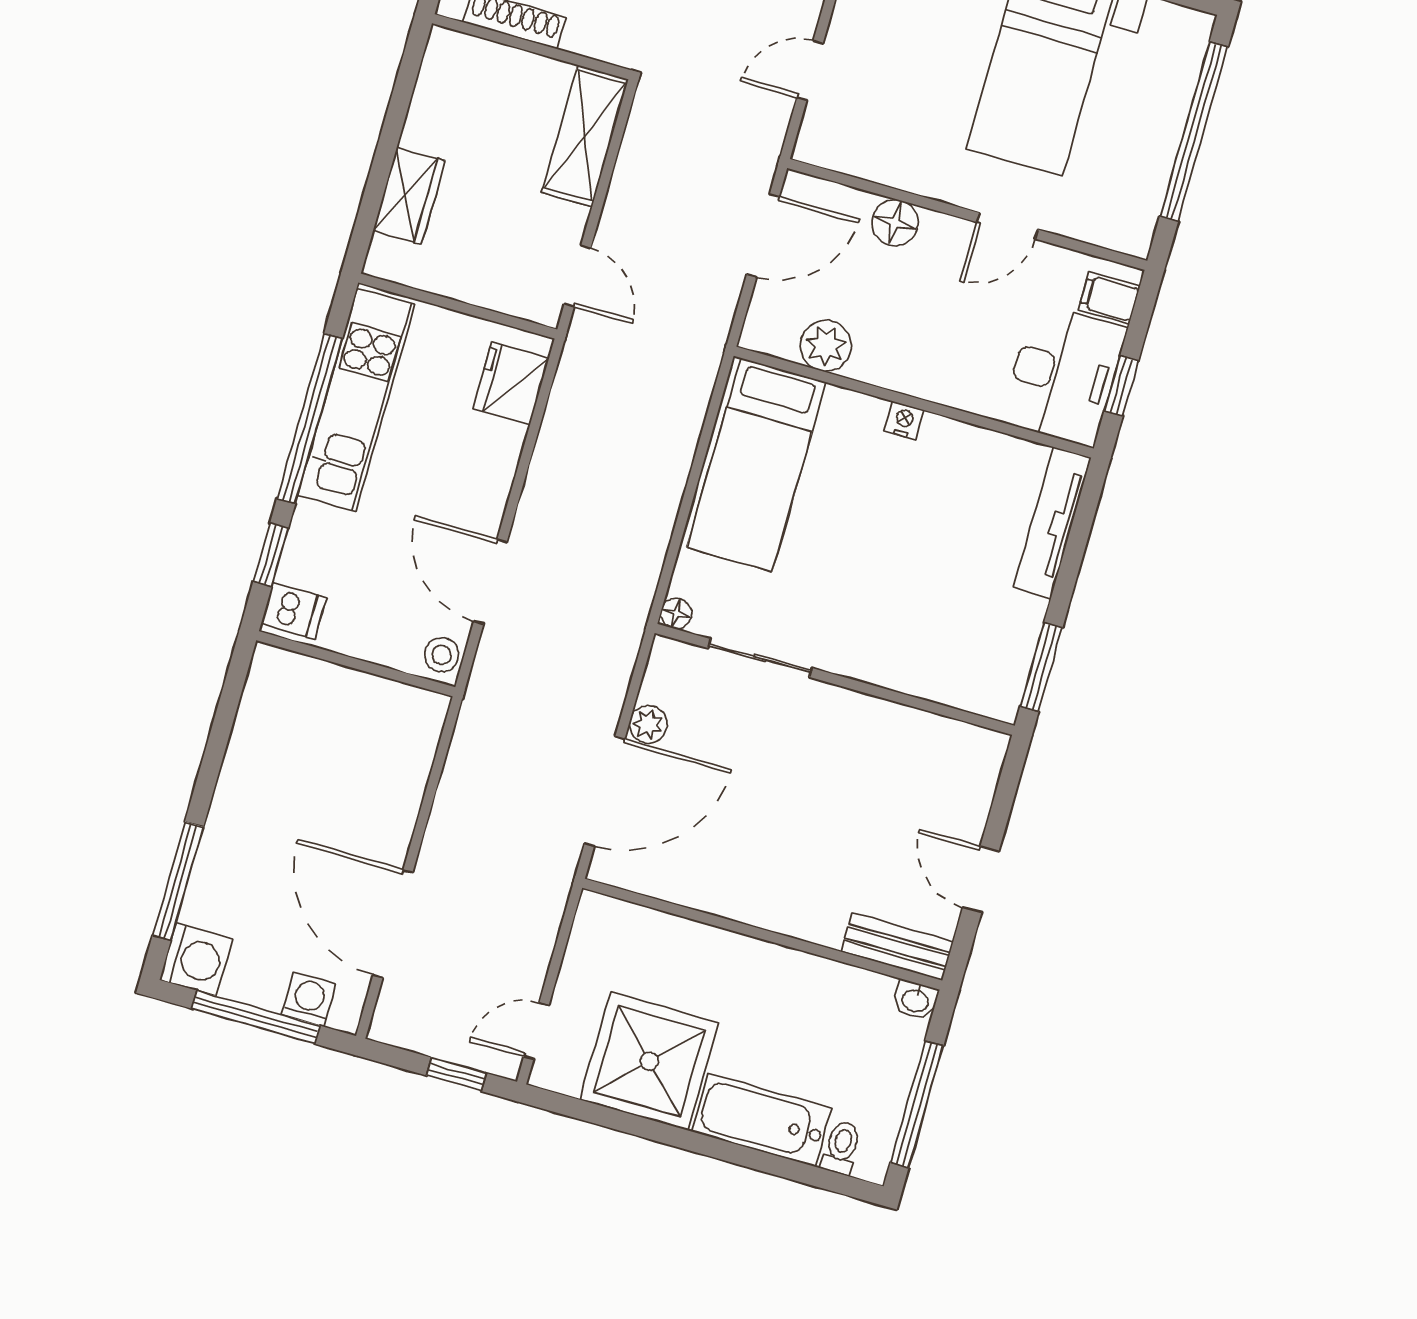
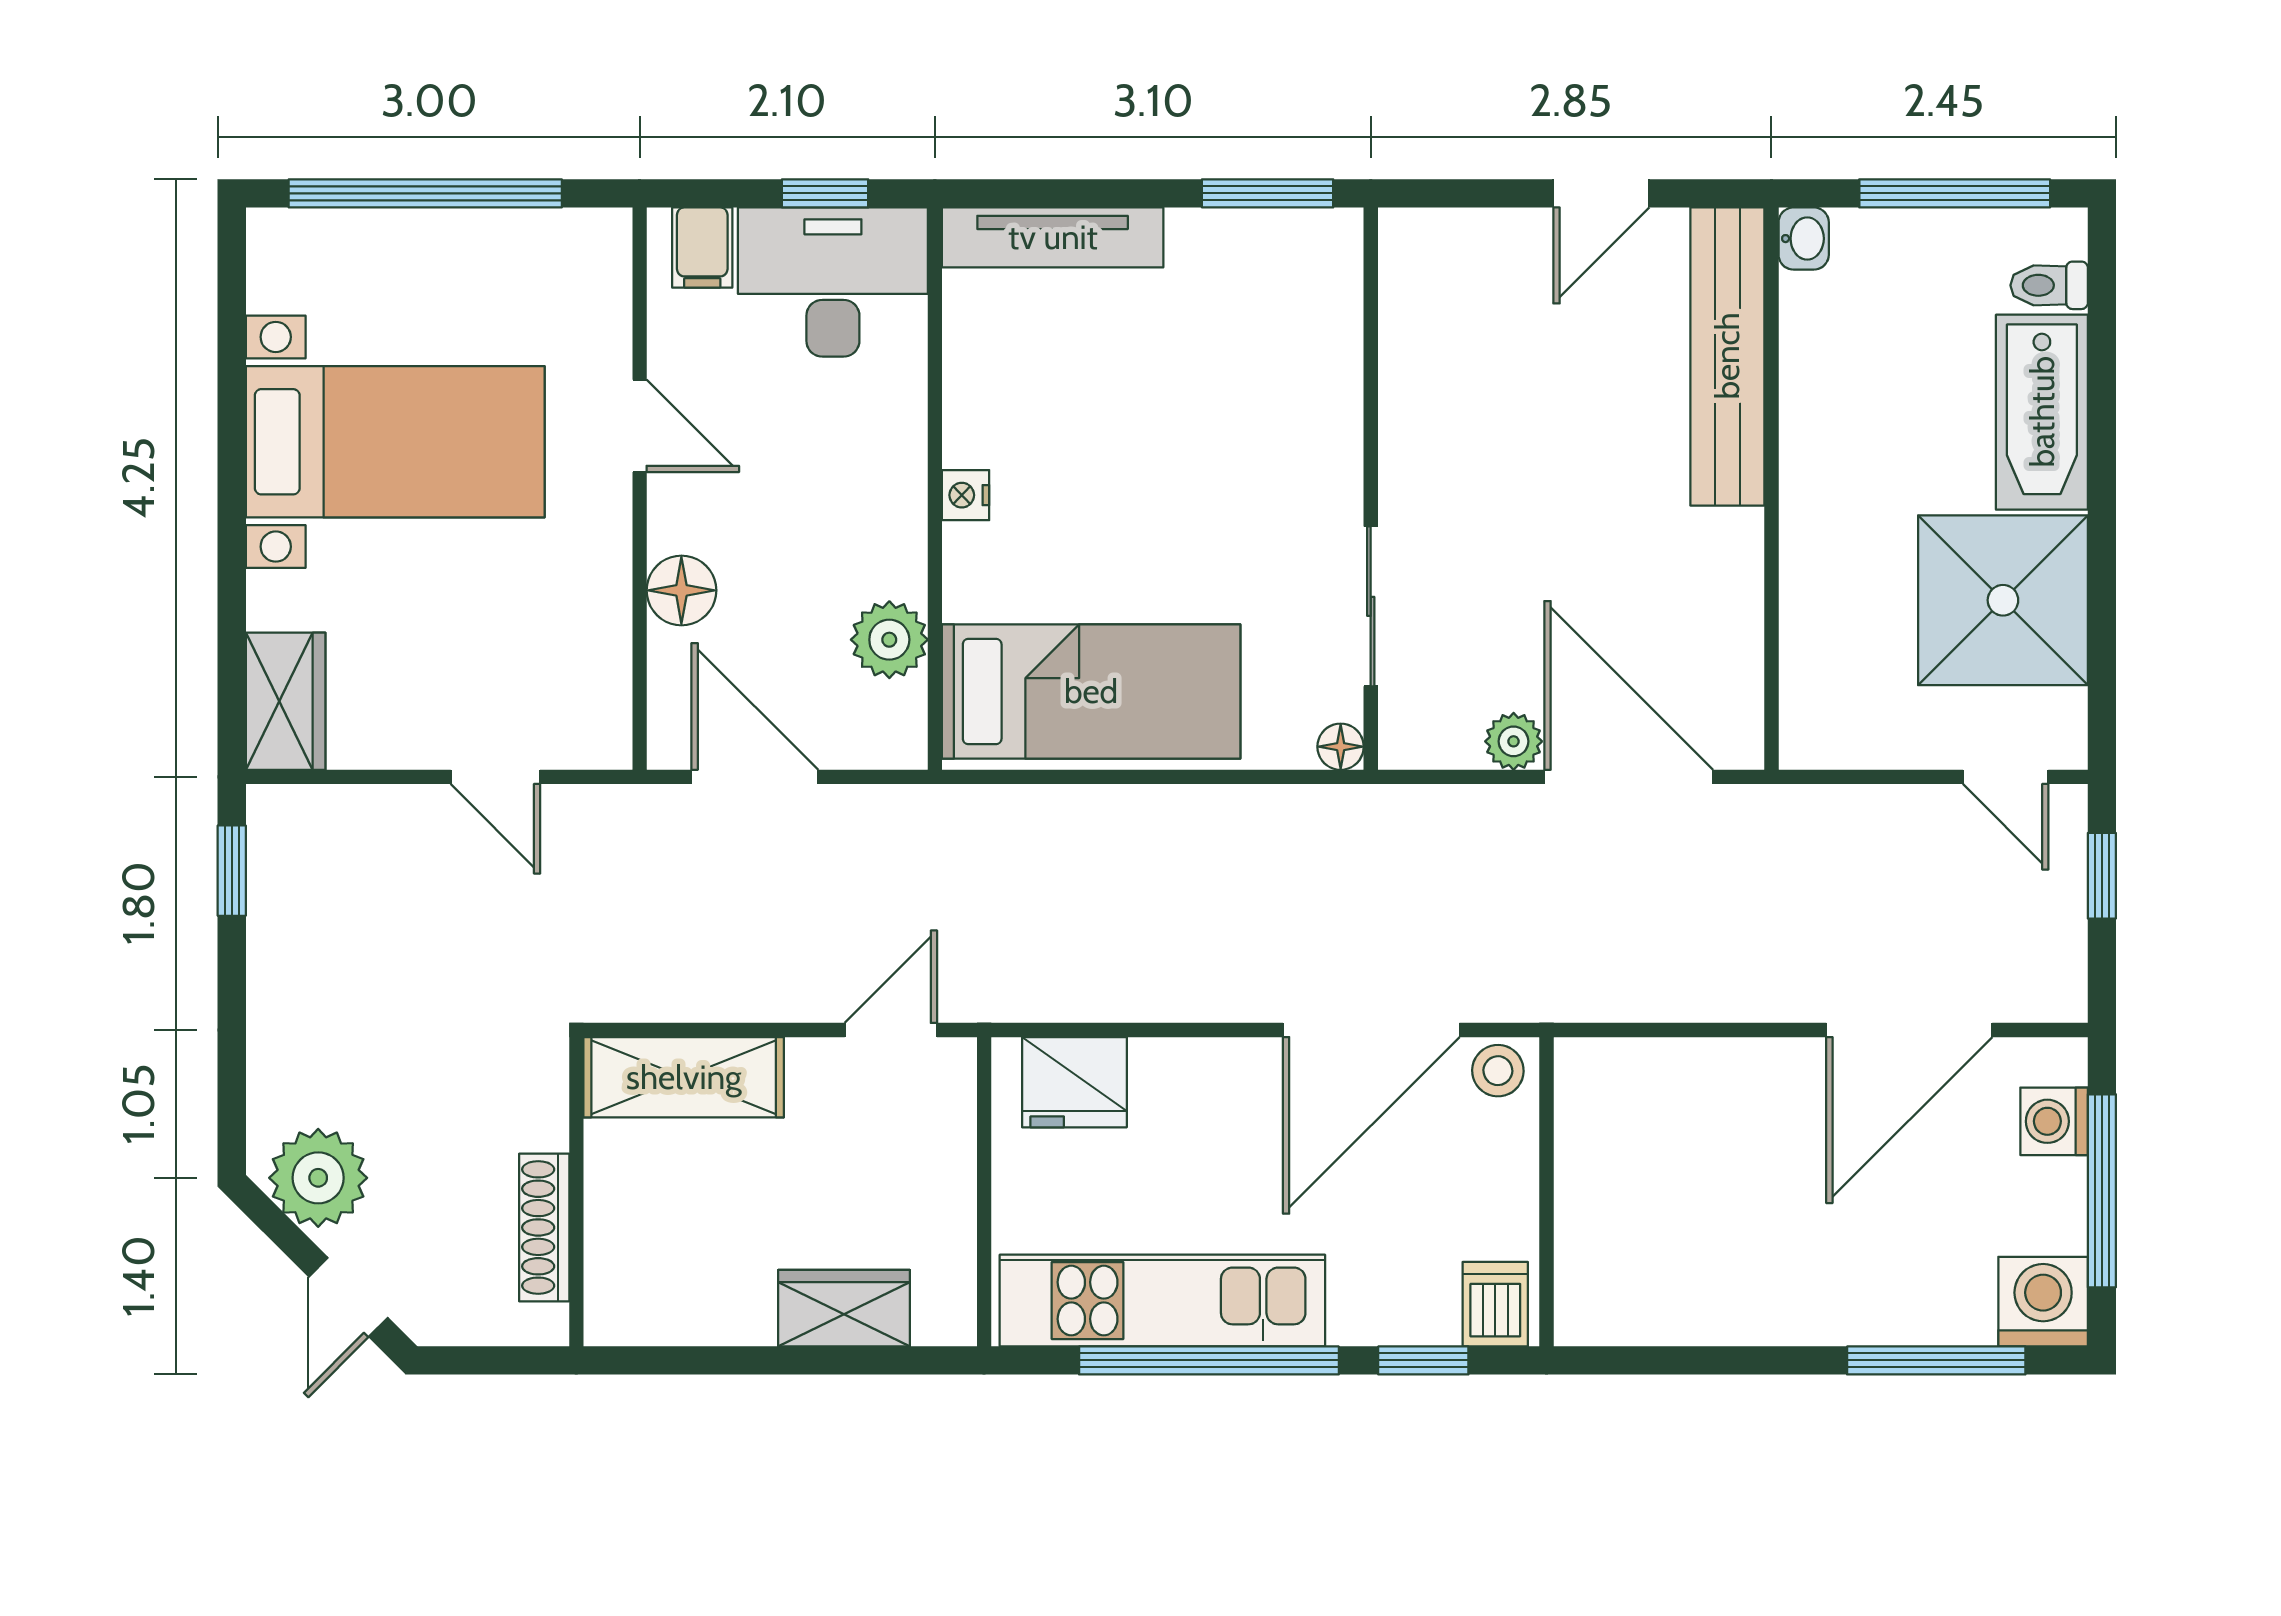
door: (490, 582) -> (1371, 1030), width x1.36
bench: (897, 947) -> (1727, 356), width x1.86, depth x1.21

